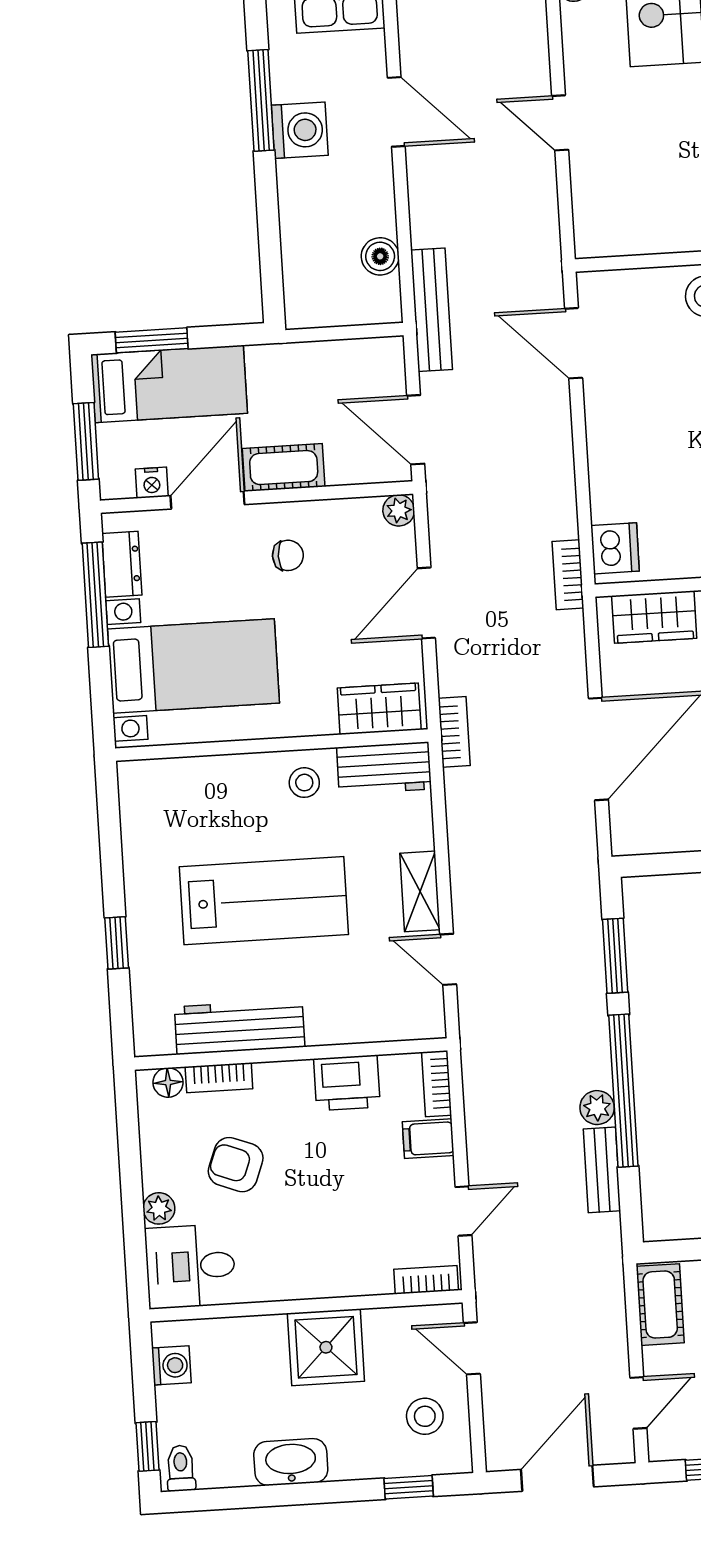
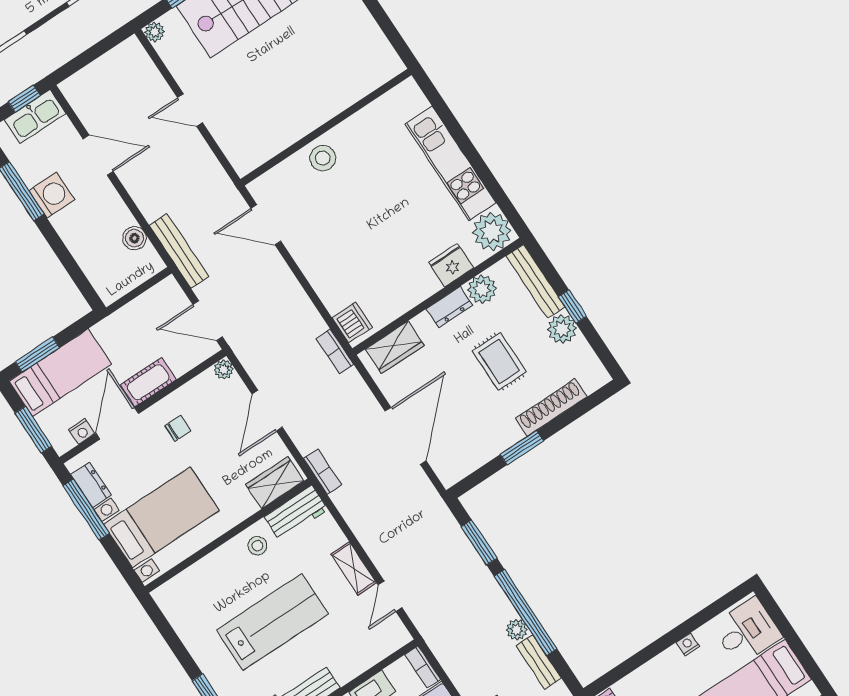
door: (448, 959) -> (390, 596), hinge flipped

